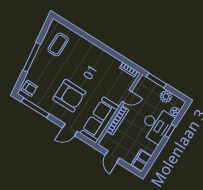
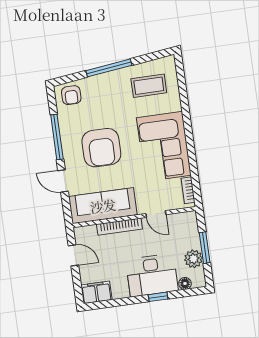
corner sofa: (96, 63) -> (164, 146), added
window: (156, 81) -> (205, 248), moved
window: (35, 108) -> (57, 137), moved
door: (112, 156) -> (73, 255), swing flipped

